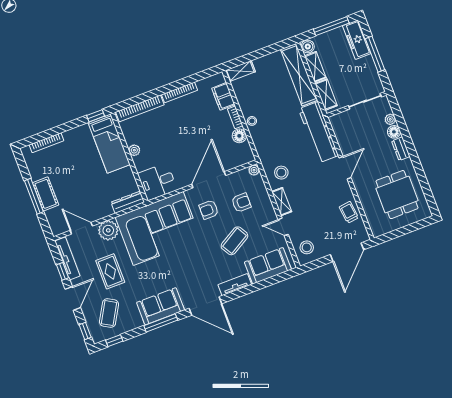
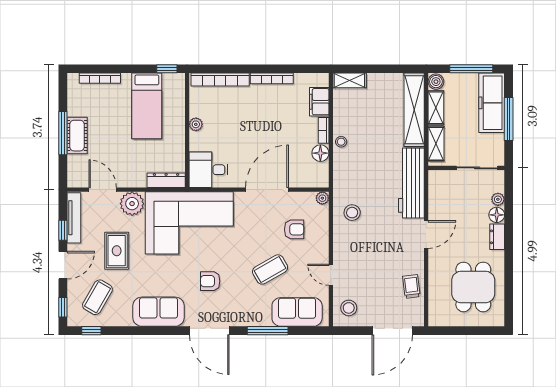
freezer: (357, 40) -> (492, 103), width x1.36, depth x1.26
bed: (109, 144) -> (147, 106), moved
shelving: (282, 202) -> (340, 246), removed
armchair: (209, 210) -> (210, 281), moved
tv unit: (235, 285) -> (252, 319), removed
window: (161, 323) -> (268, 331), moved

